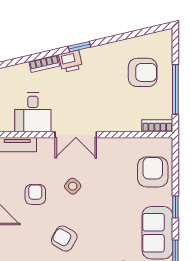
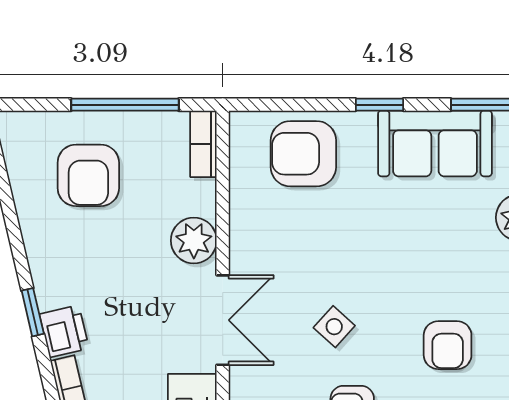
armchair: (143, 72) -> (88, 175), turned 180
plant: (113, 121) -> (194, 240), added
armchair: (64, 239) -> (448, 345), turned -30

